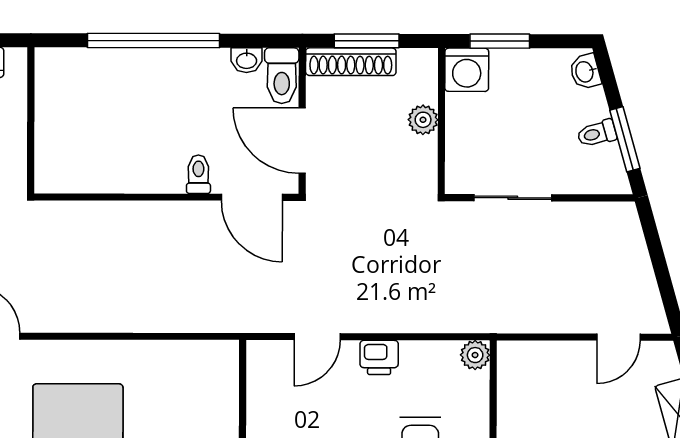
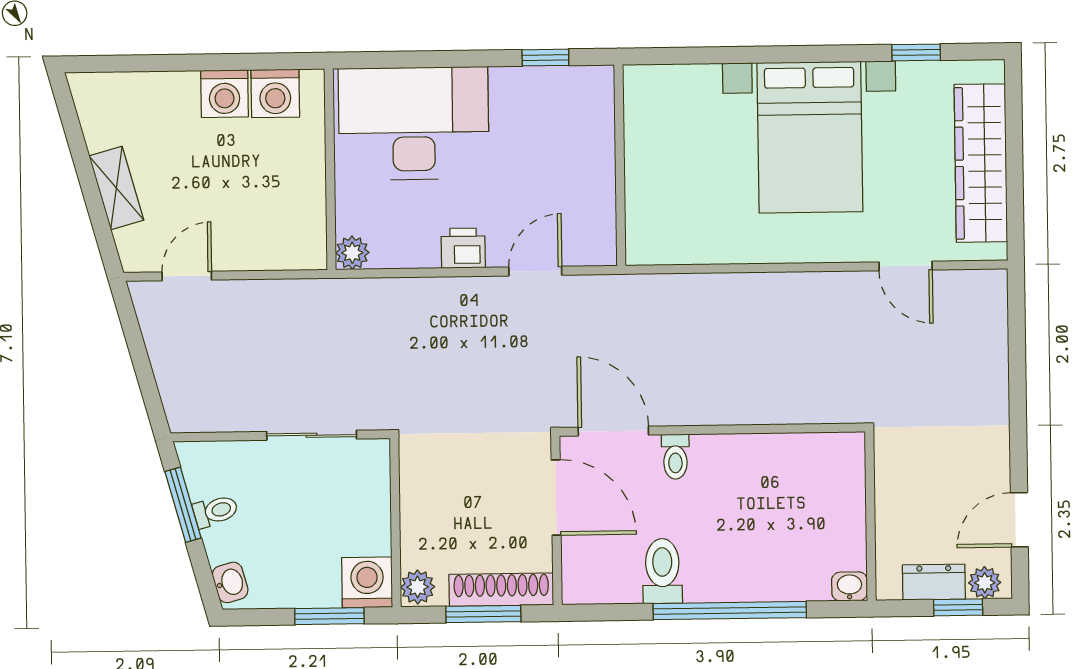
washbasin: (247, 60) -> (849, 586), moved
toilet: (282, 76) -> (662, 571), moved
plant: (423, 120) -> (418, 587), moved

